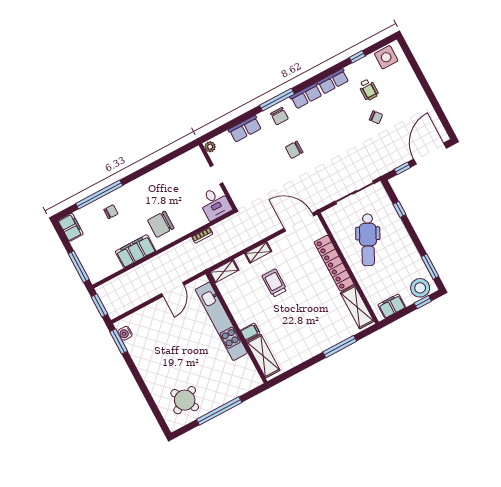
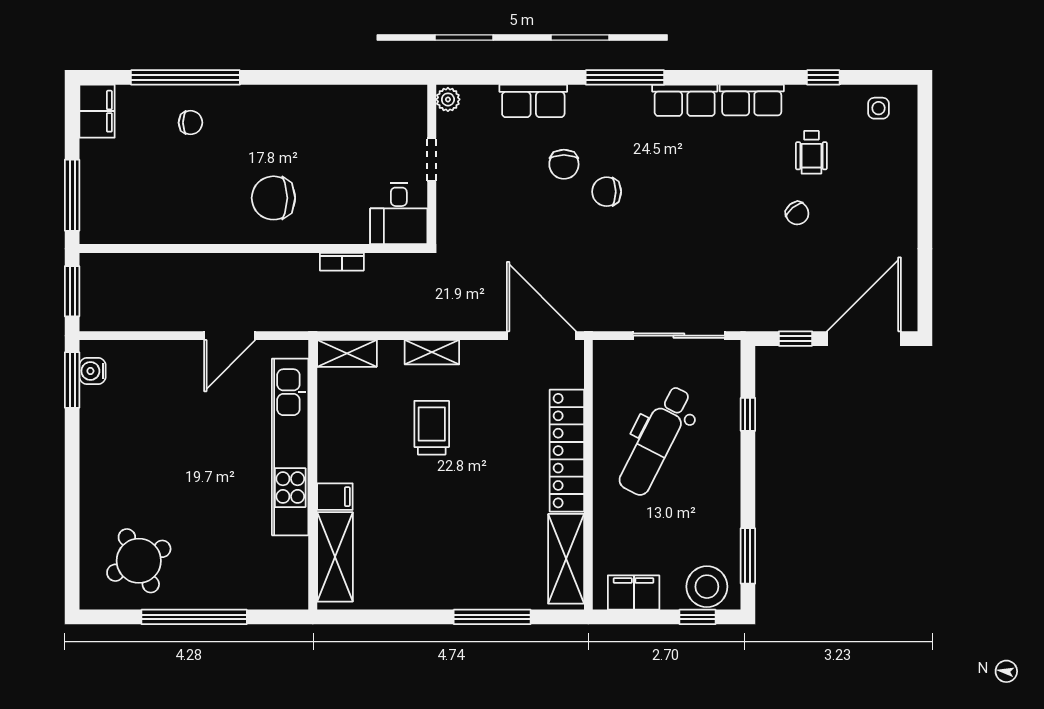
side table: (386, 57) -> (878, 108), width x0.54, depth x0.54
chair: (279, 116) -> (564, 164), moved
filing cabinet: (135, 251) -> (197, 224), removed

